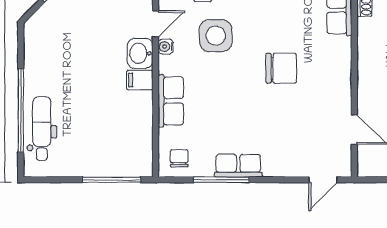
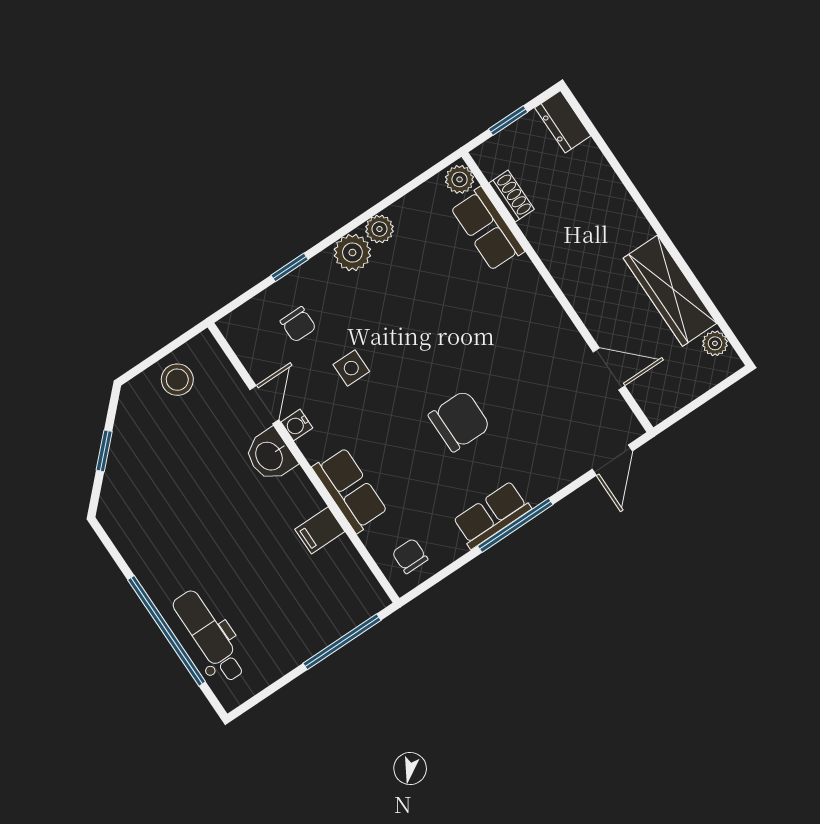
side table: (216, 36) -> (351, 368), width x0.54, depth x0.54
chair: (281, 68) -> (459, 421), moved
filing cabinet: (140, 80) -> (320, 530), moved
window: (221, 180) -> (515, 525), moved

